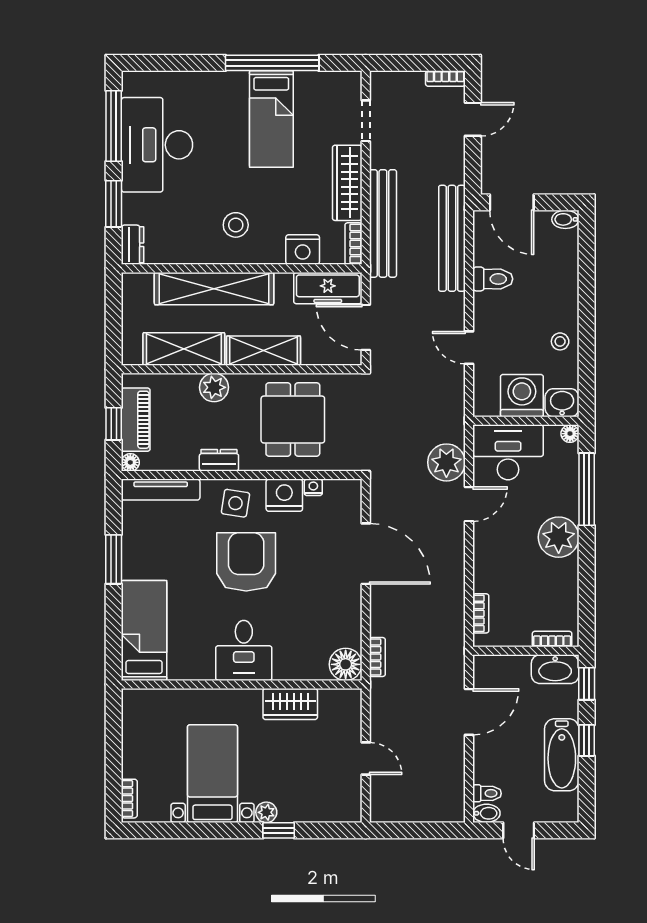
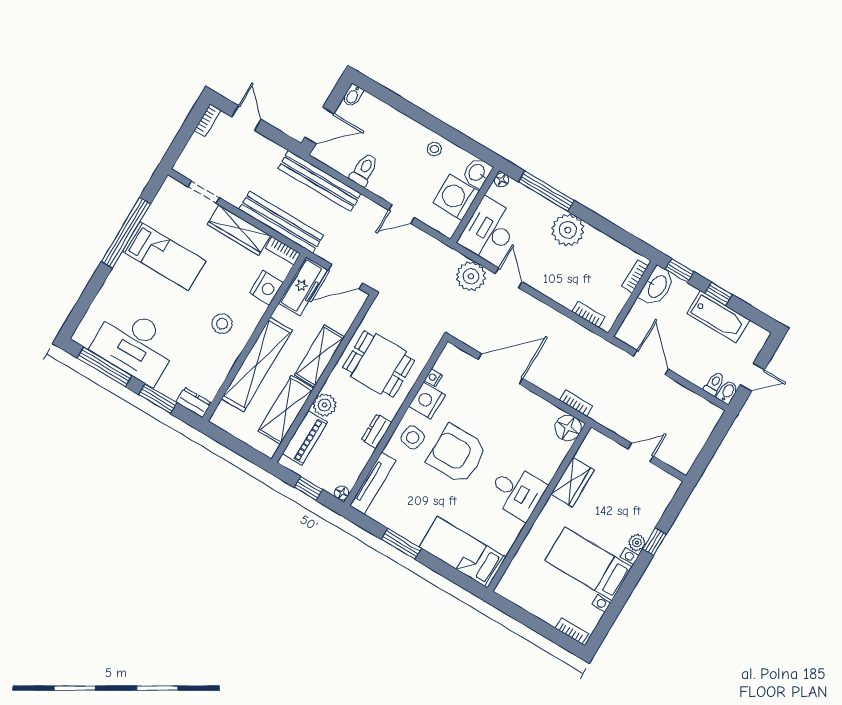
piano: (136, 420) -> (305, 438), moved, turned 90

